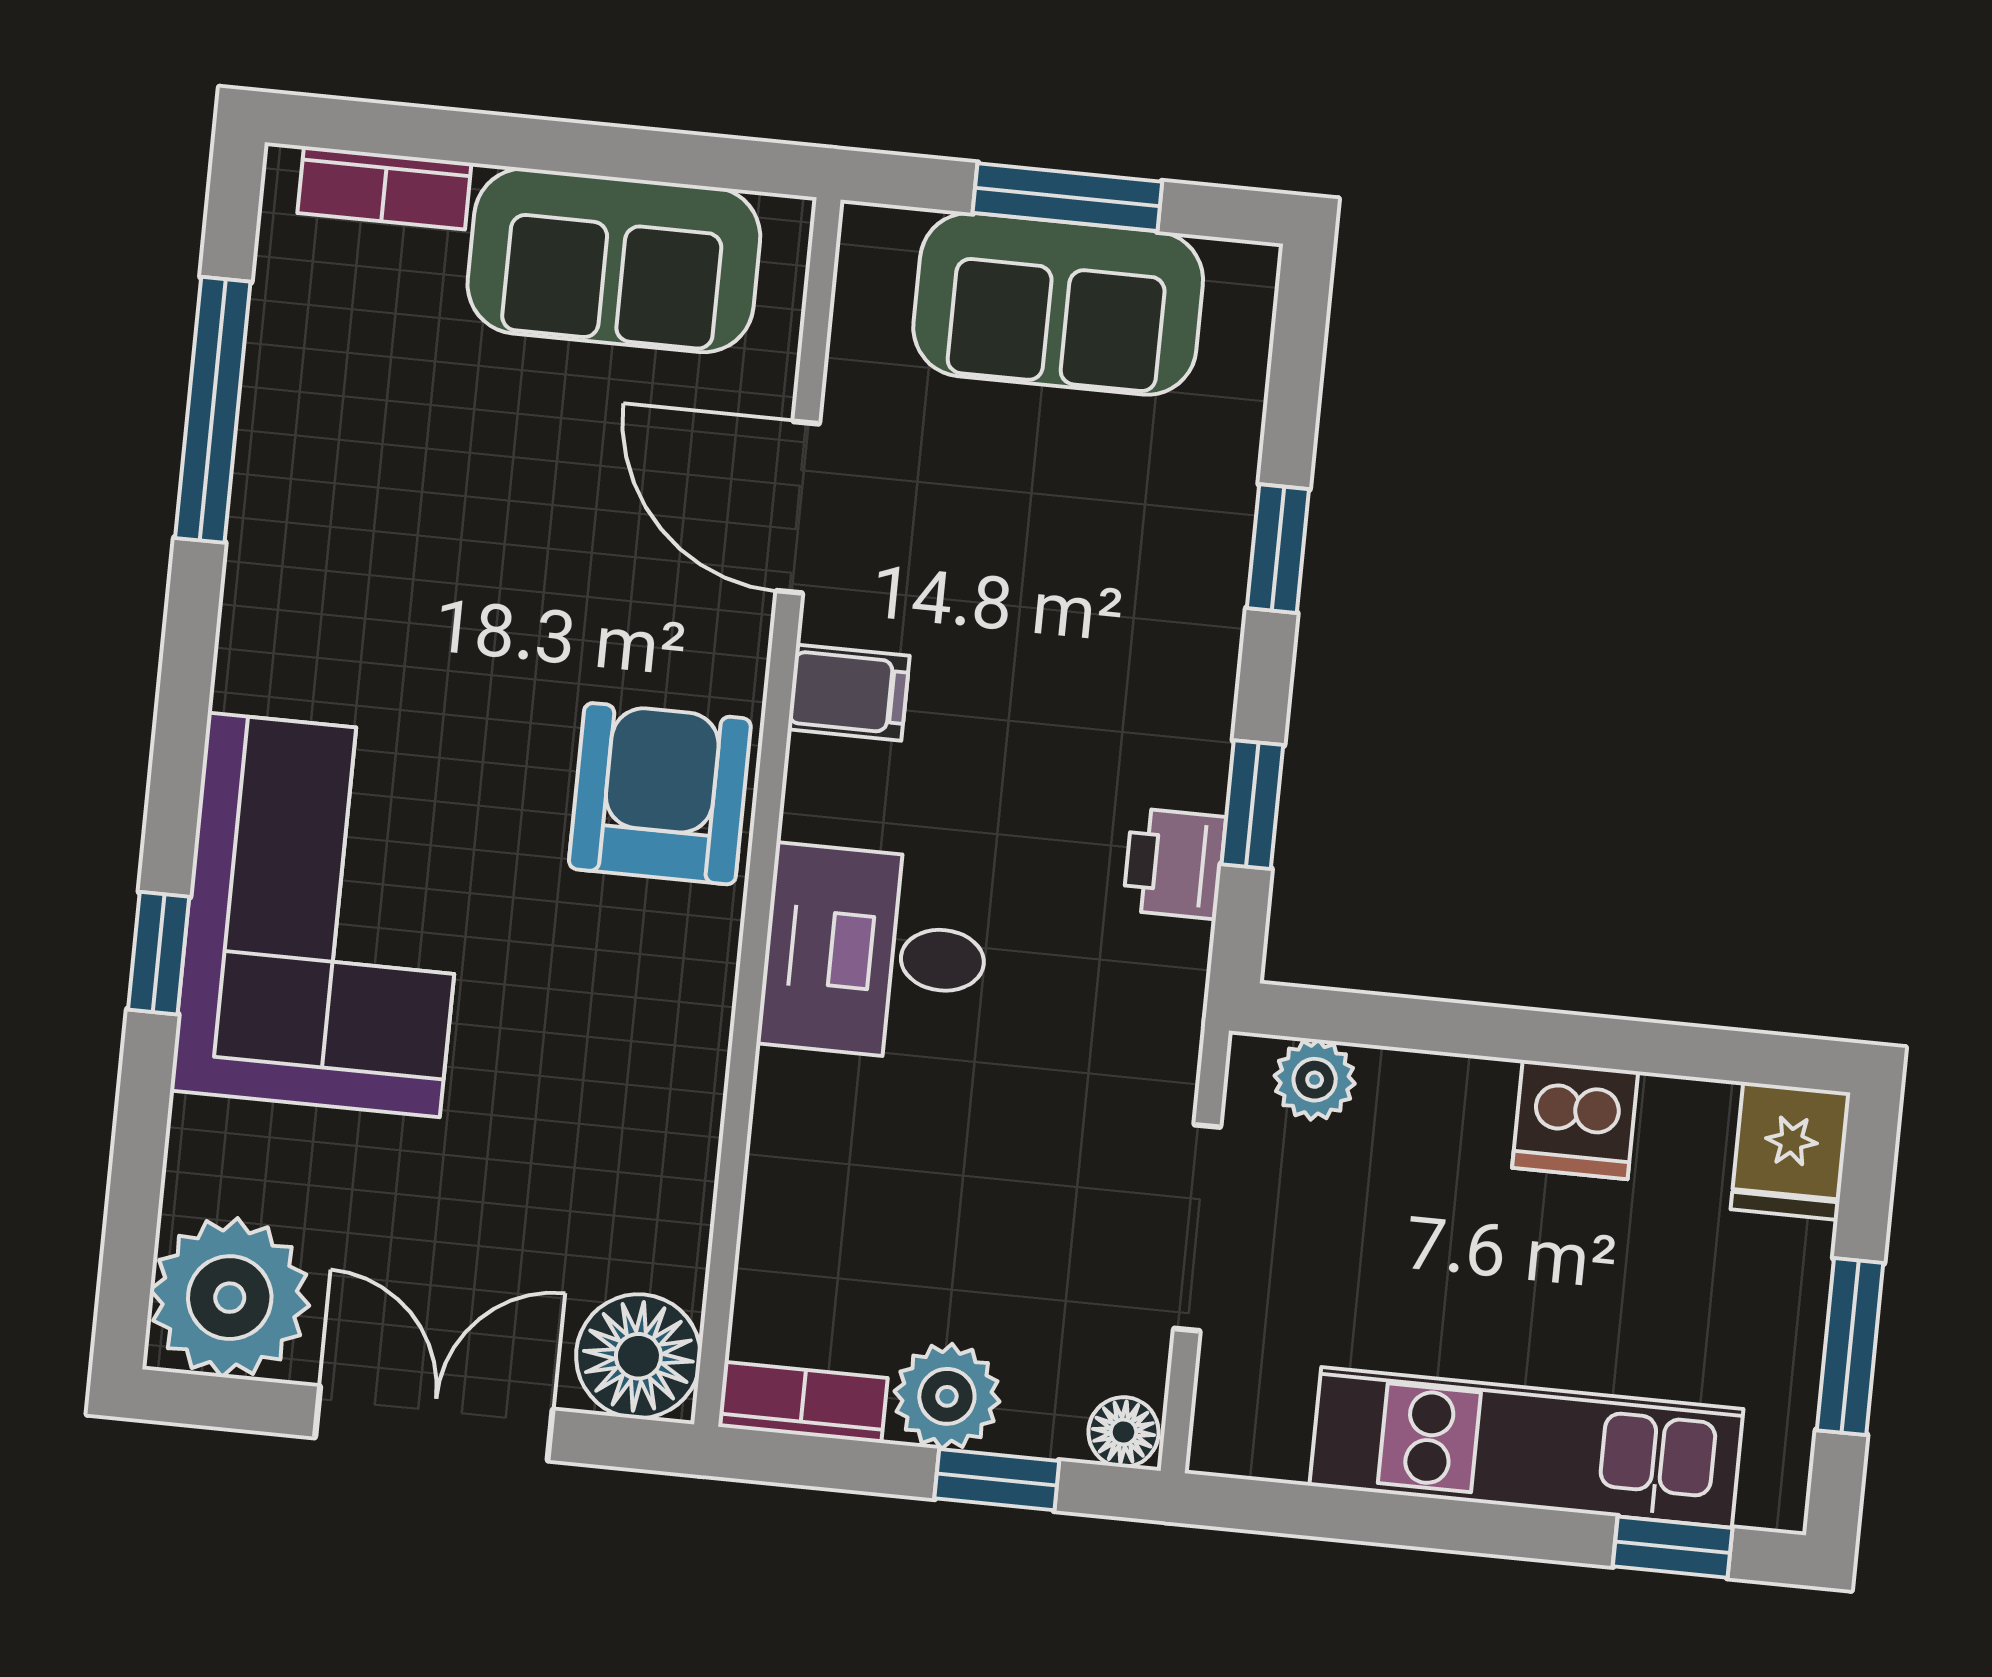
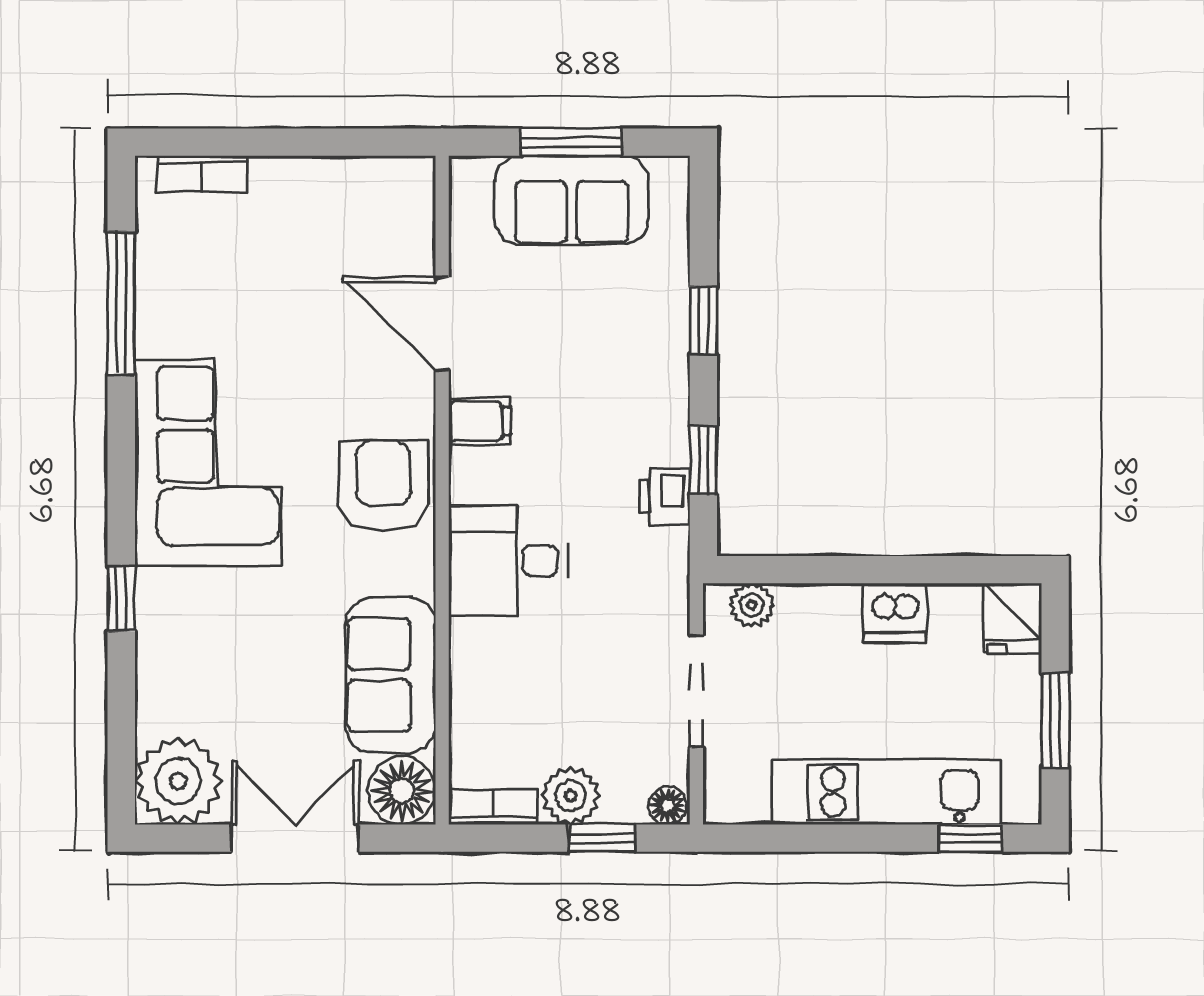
sofa: (614, 260) -> (391, 675), moved, turned 90
corner sofa: (324, 915) -> (208, 463), moved

